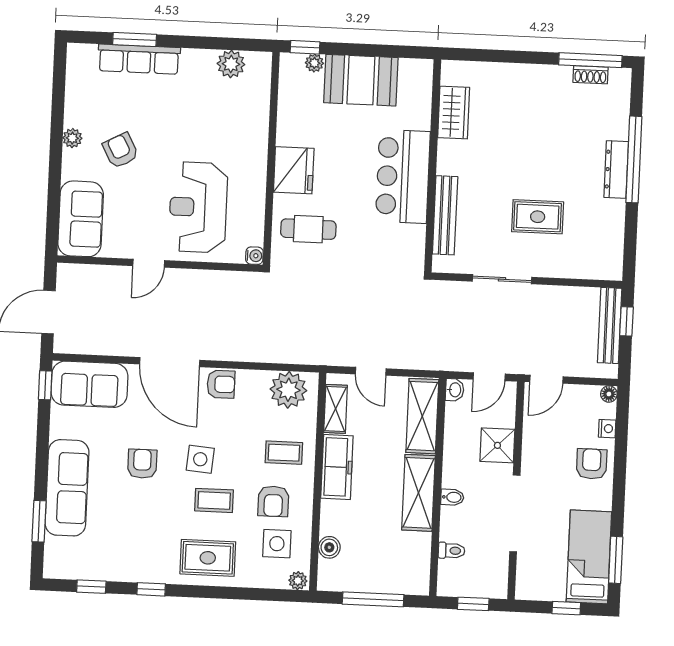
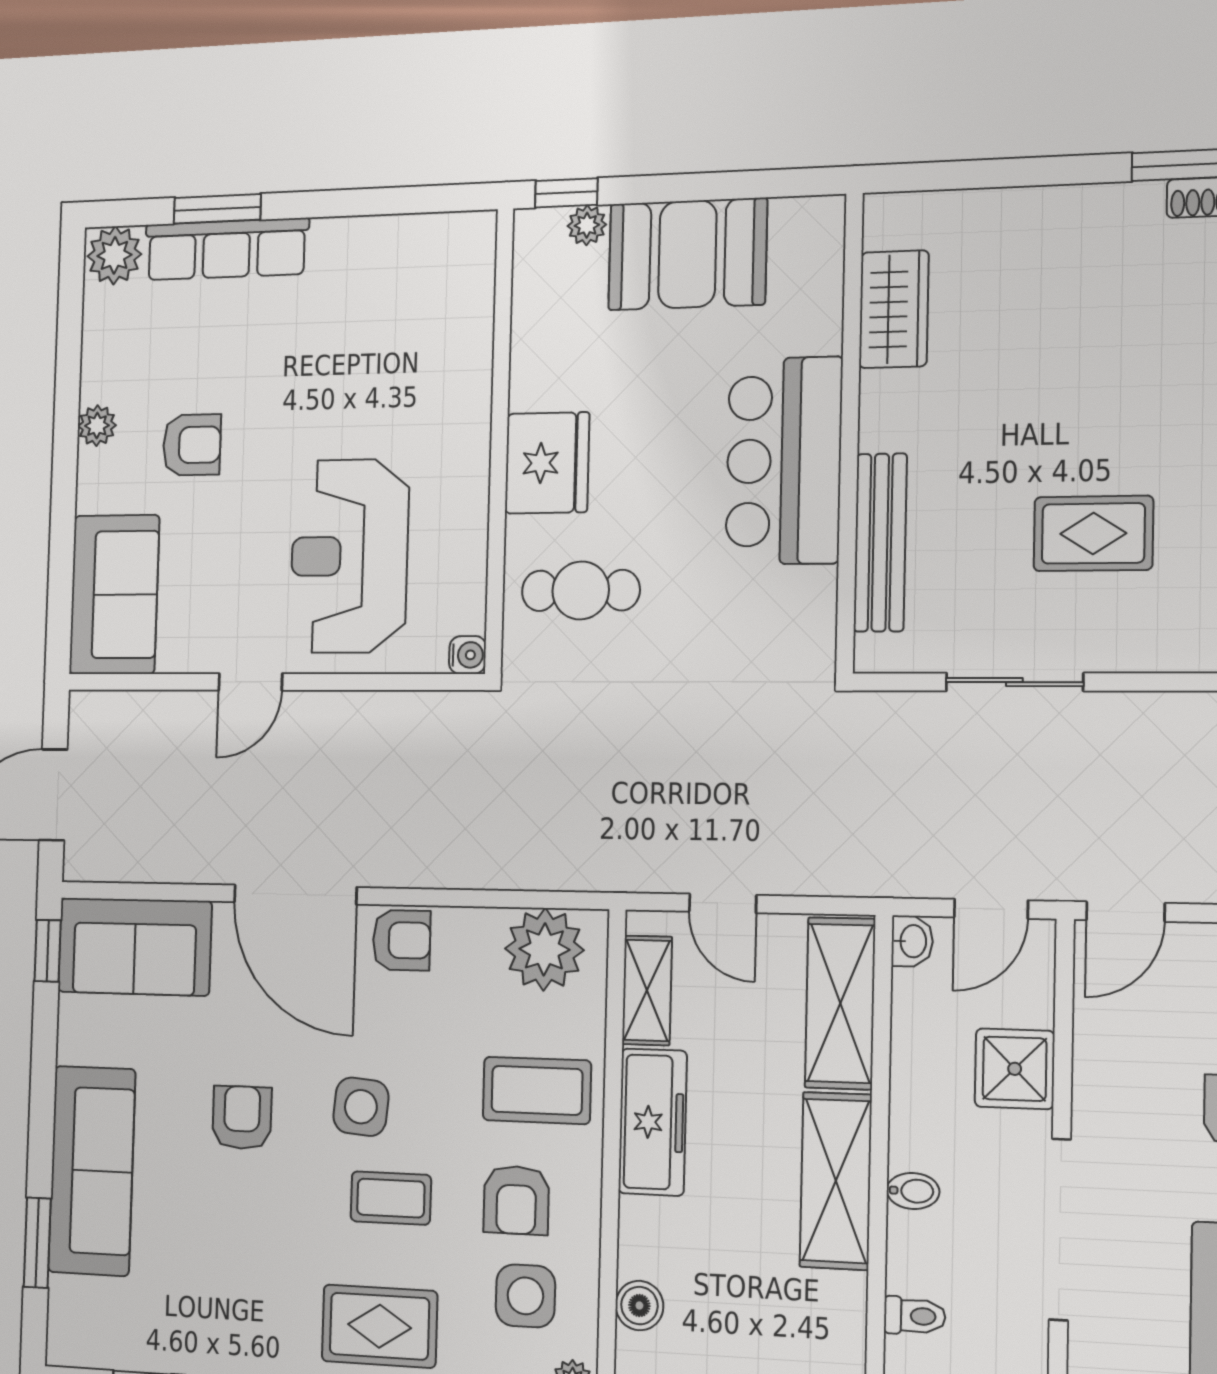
plant: (231, 64) -> (114, 255), moved
armchair: (121, 150) -> (192, 445), turned 118
coffee table: (284, 453) -> (537, 1090), width x1.36, depth x1.30

